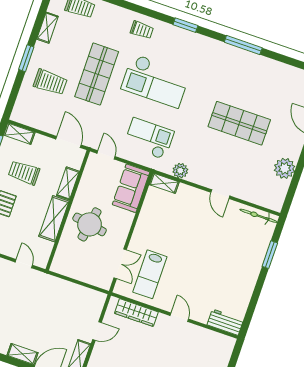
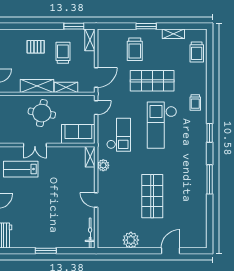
door: (220, 194) -> (96, 200), hinge flipped
window: (270, 255) -> (46, 251), moved
double door: (120, 264) -> (35, 145), moved

